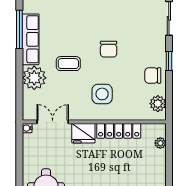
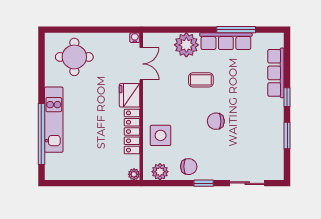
coffee table: (68, 64) -> (201, 80), turned 90
chair: (153, 75) -> (189, 167), turned 90
side table: (102, 94) -> (161, 135), moved
plant: (160, 143) -> (134, 174), moved

